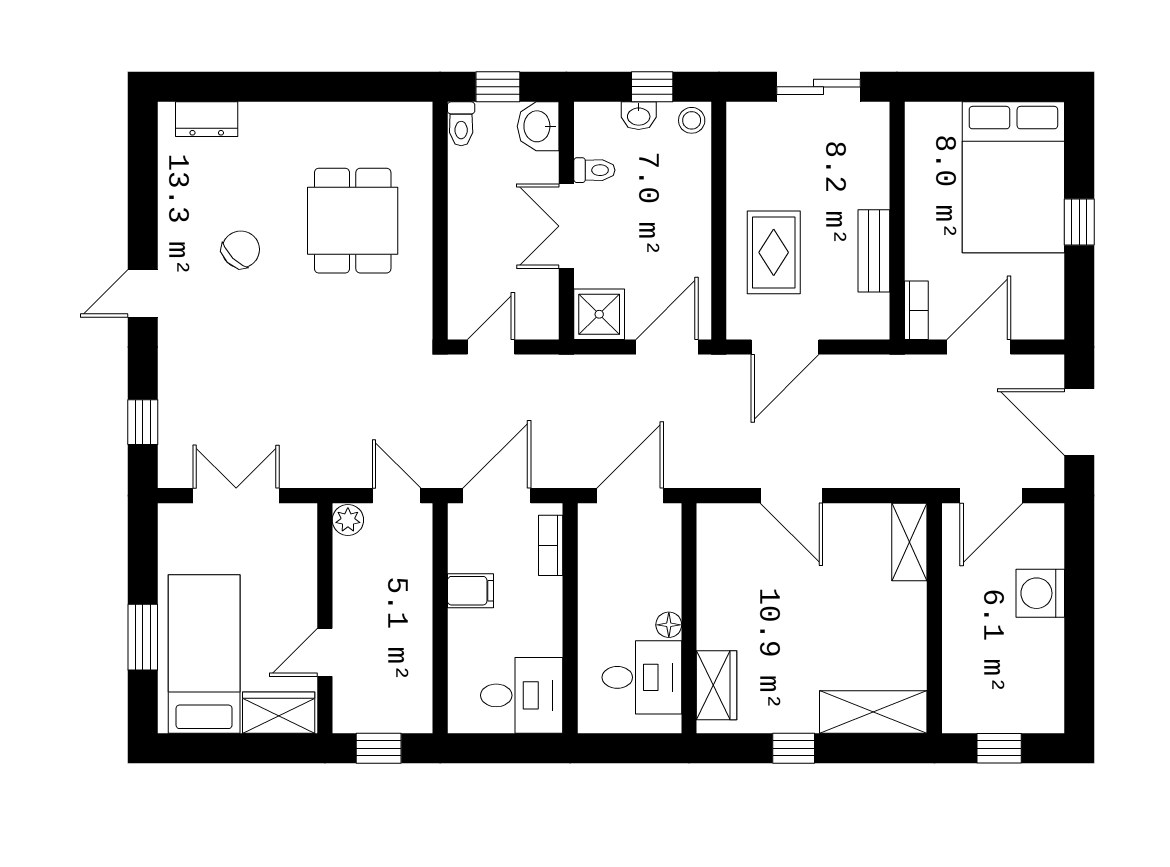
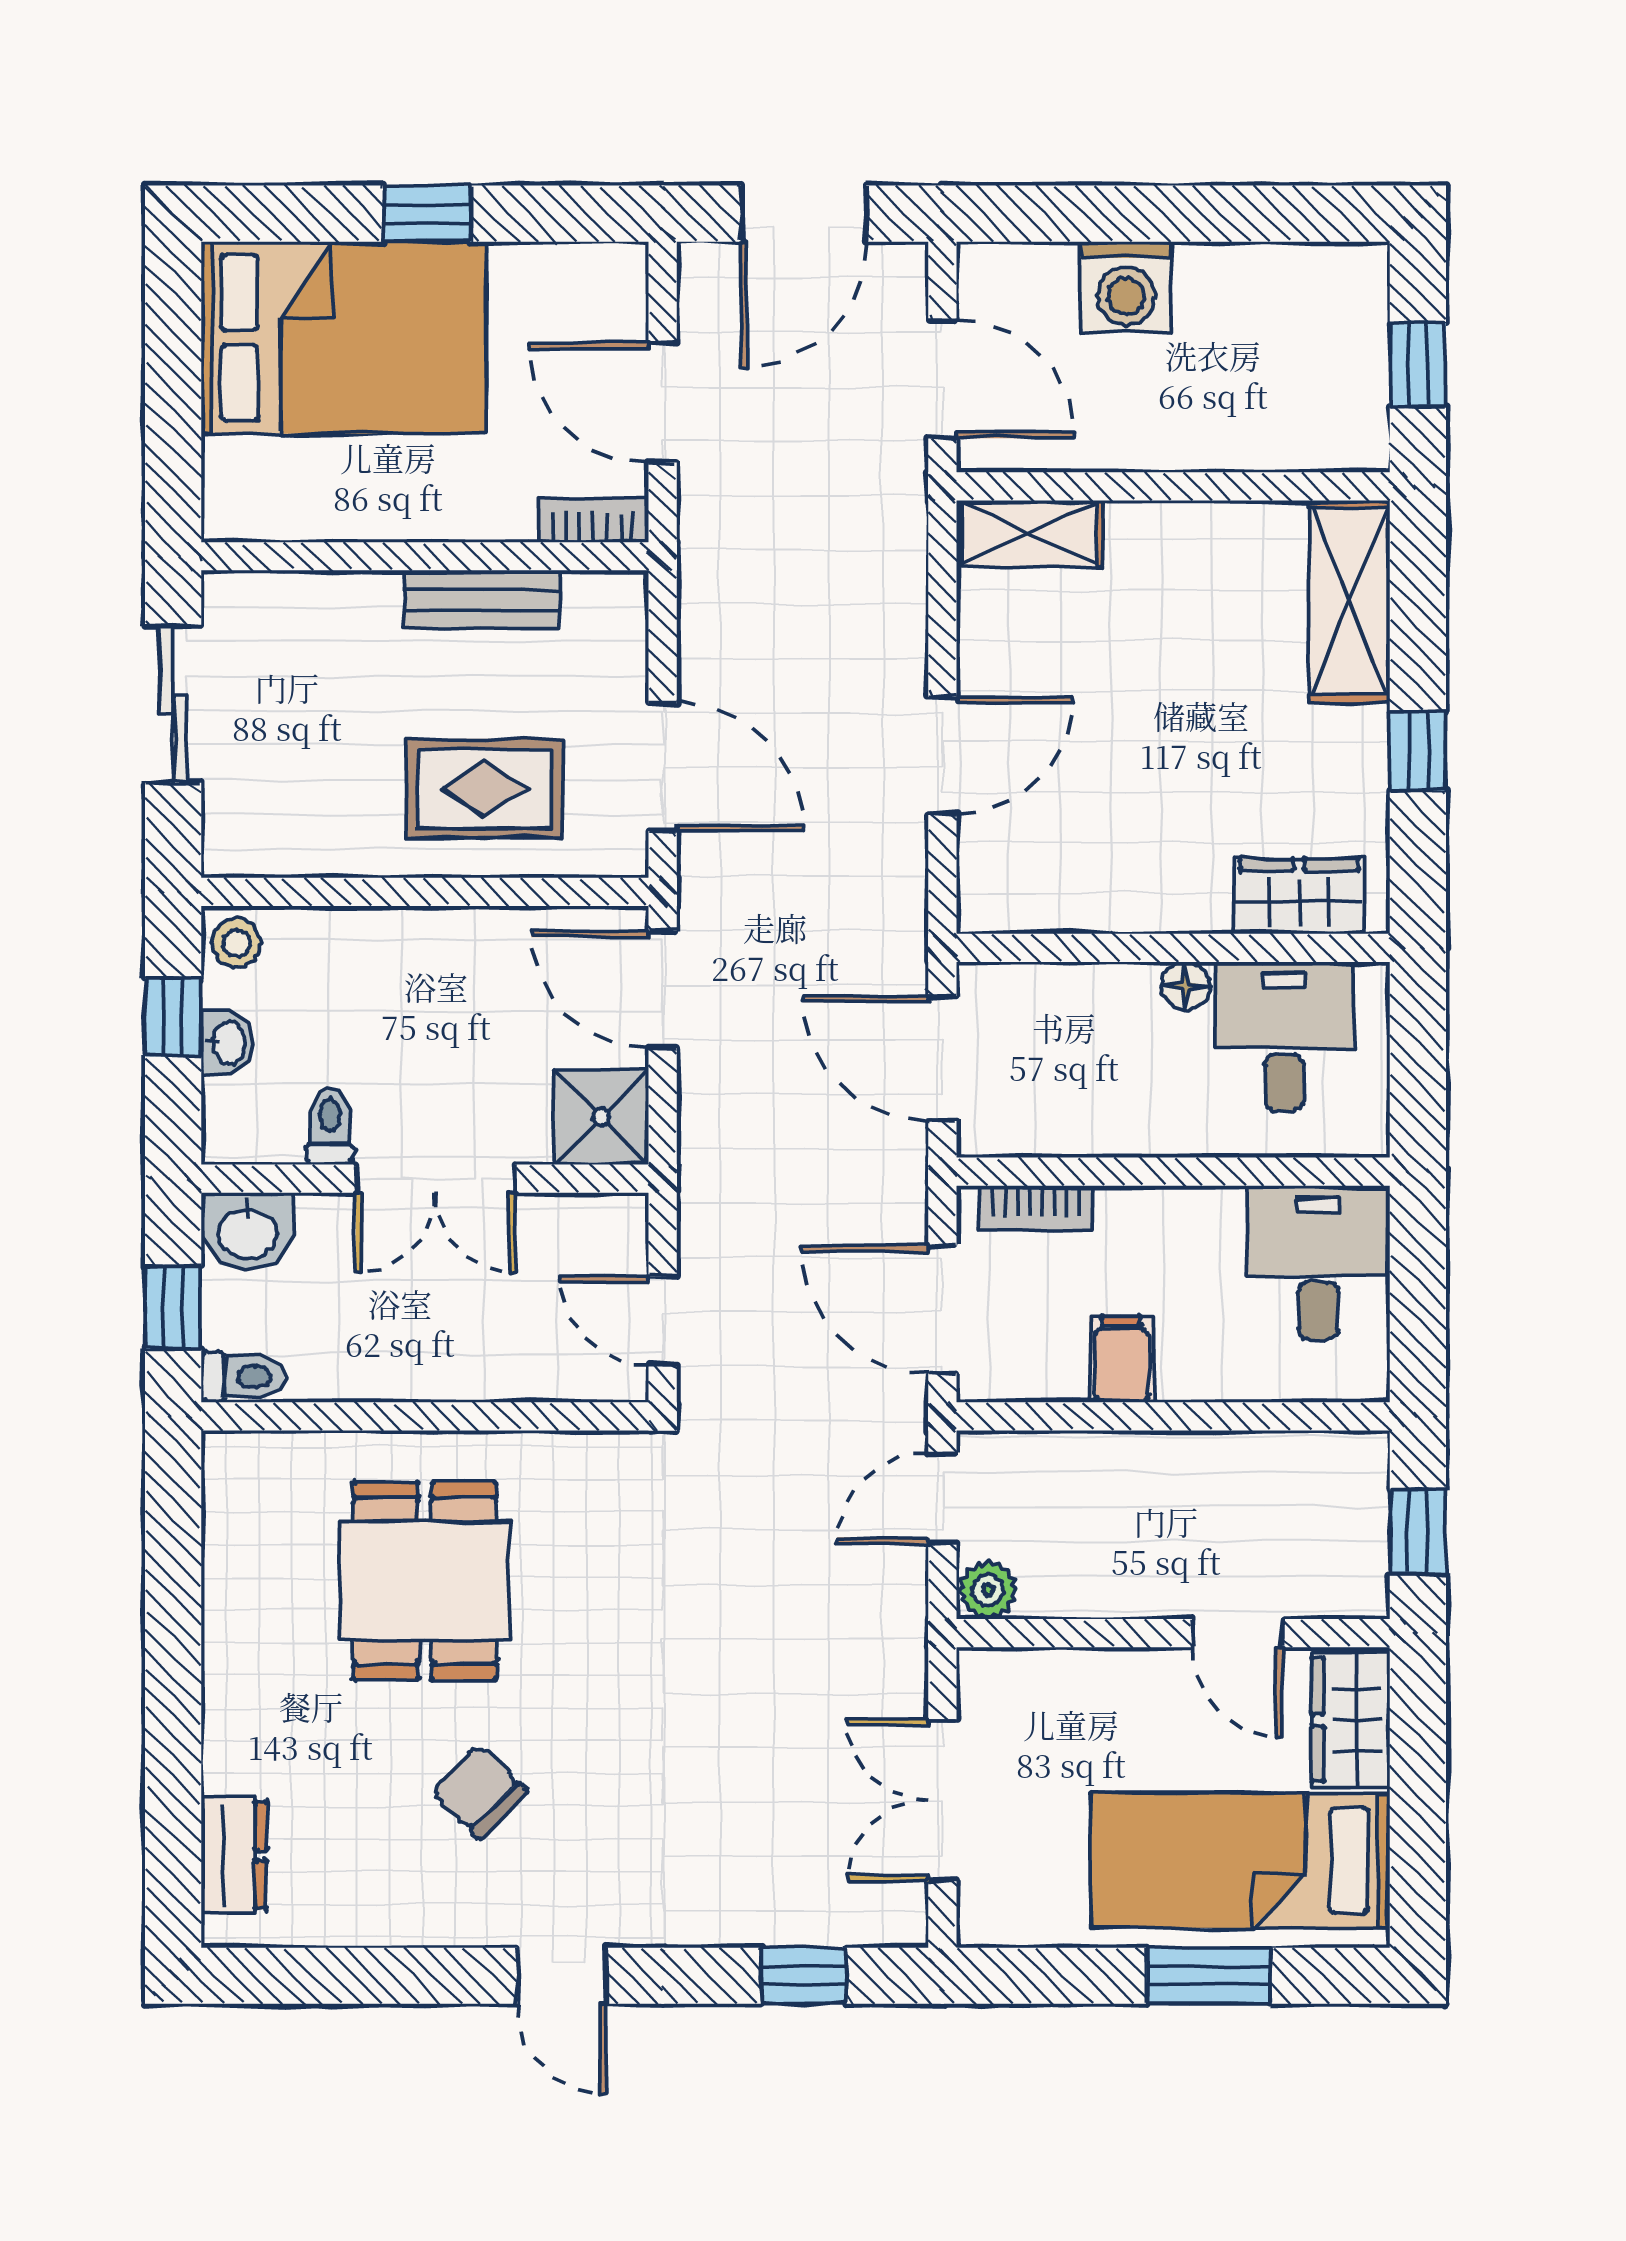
dining table: (353, 221) -> (425, 1581), turned 90

